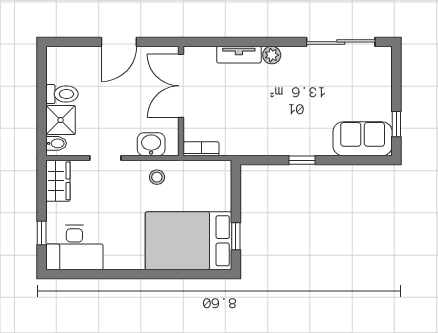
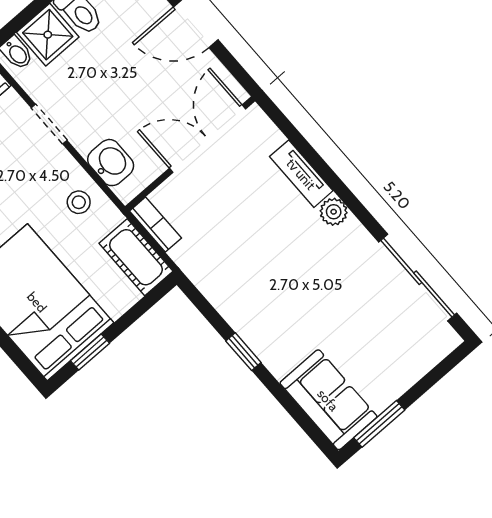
window: (396, 124) -> (379, 424), width x1.50
cot: (209, 173) -> (136, 257), added

